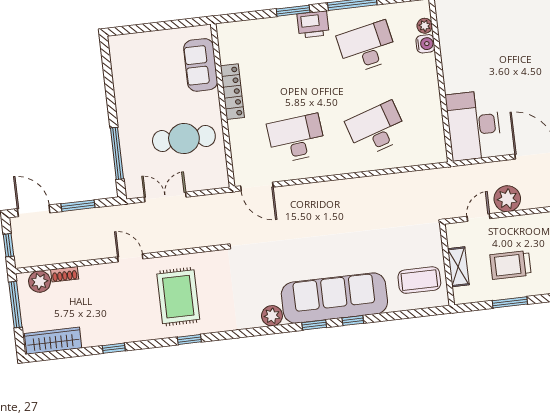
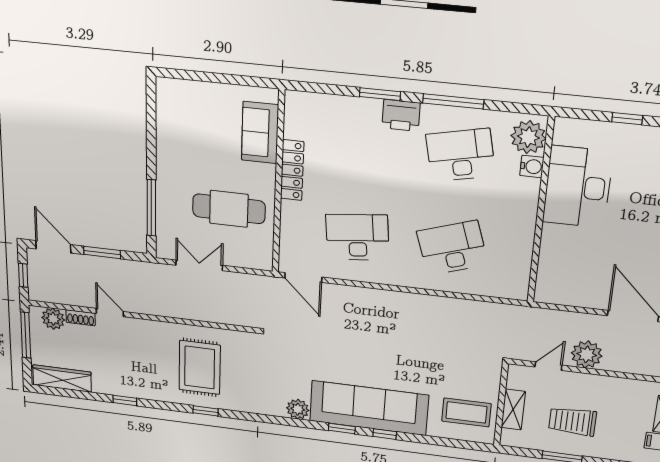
plant: (425, 26) -> (528, 137), width x1.88, depth x1.88
desk: (474, 125) -> (578, 187), moved
door: (130, 258) -> (110, 313), moved

